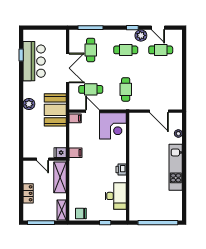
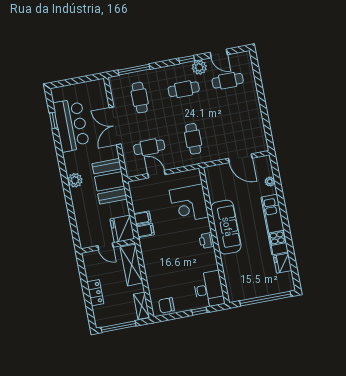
double door: (68, 68) -> (115, 126), swing flipped
filing cabinet: (75, 118) -> (142, 218), moved
corner desk: (113, 126) -> (189, 204), moved, turned 90
fridge: (60, 153) -> (122, 229), width x1.88, depth x1.34
sofa: (138, 162) -> (226, 227), added
desk: (116, 196) -> (209, 289), moved
fridge: (176, 198) -> (283, 263), added

